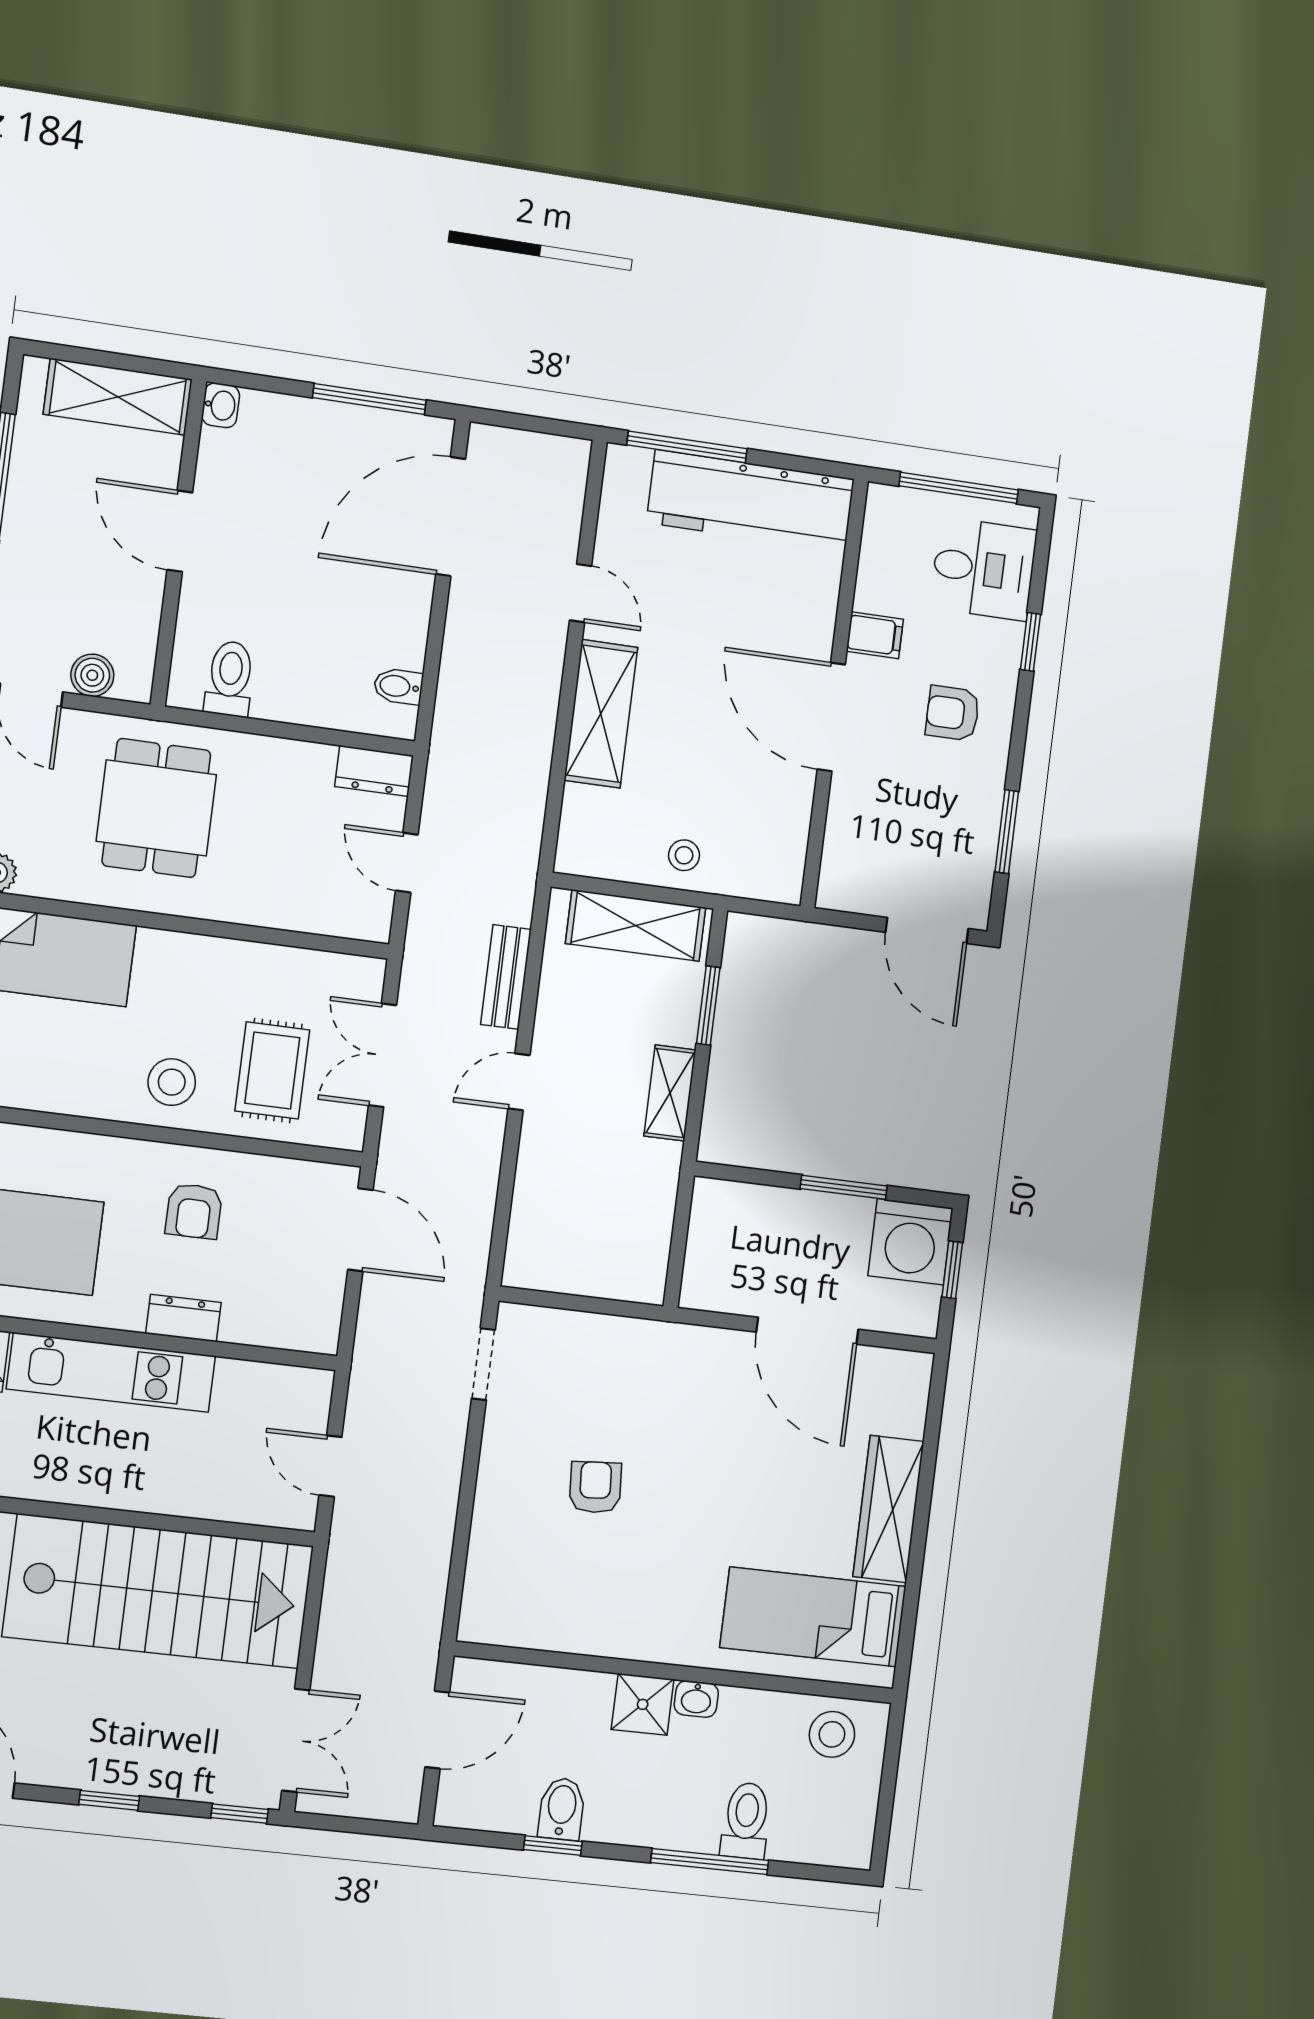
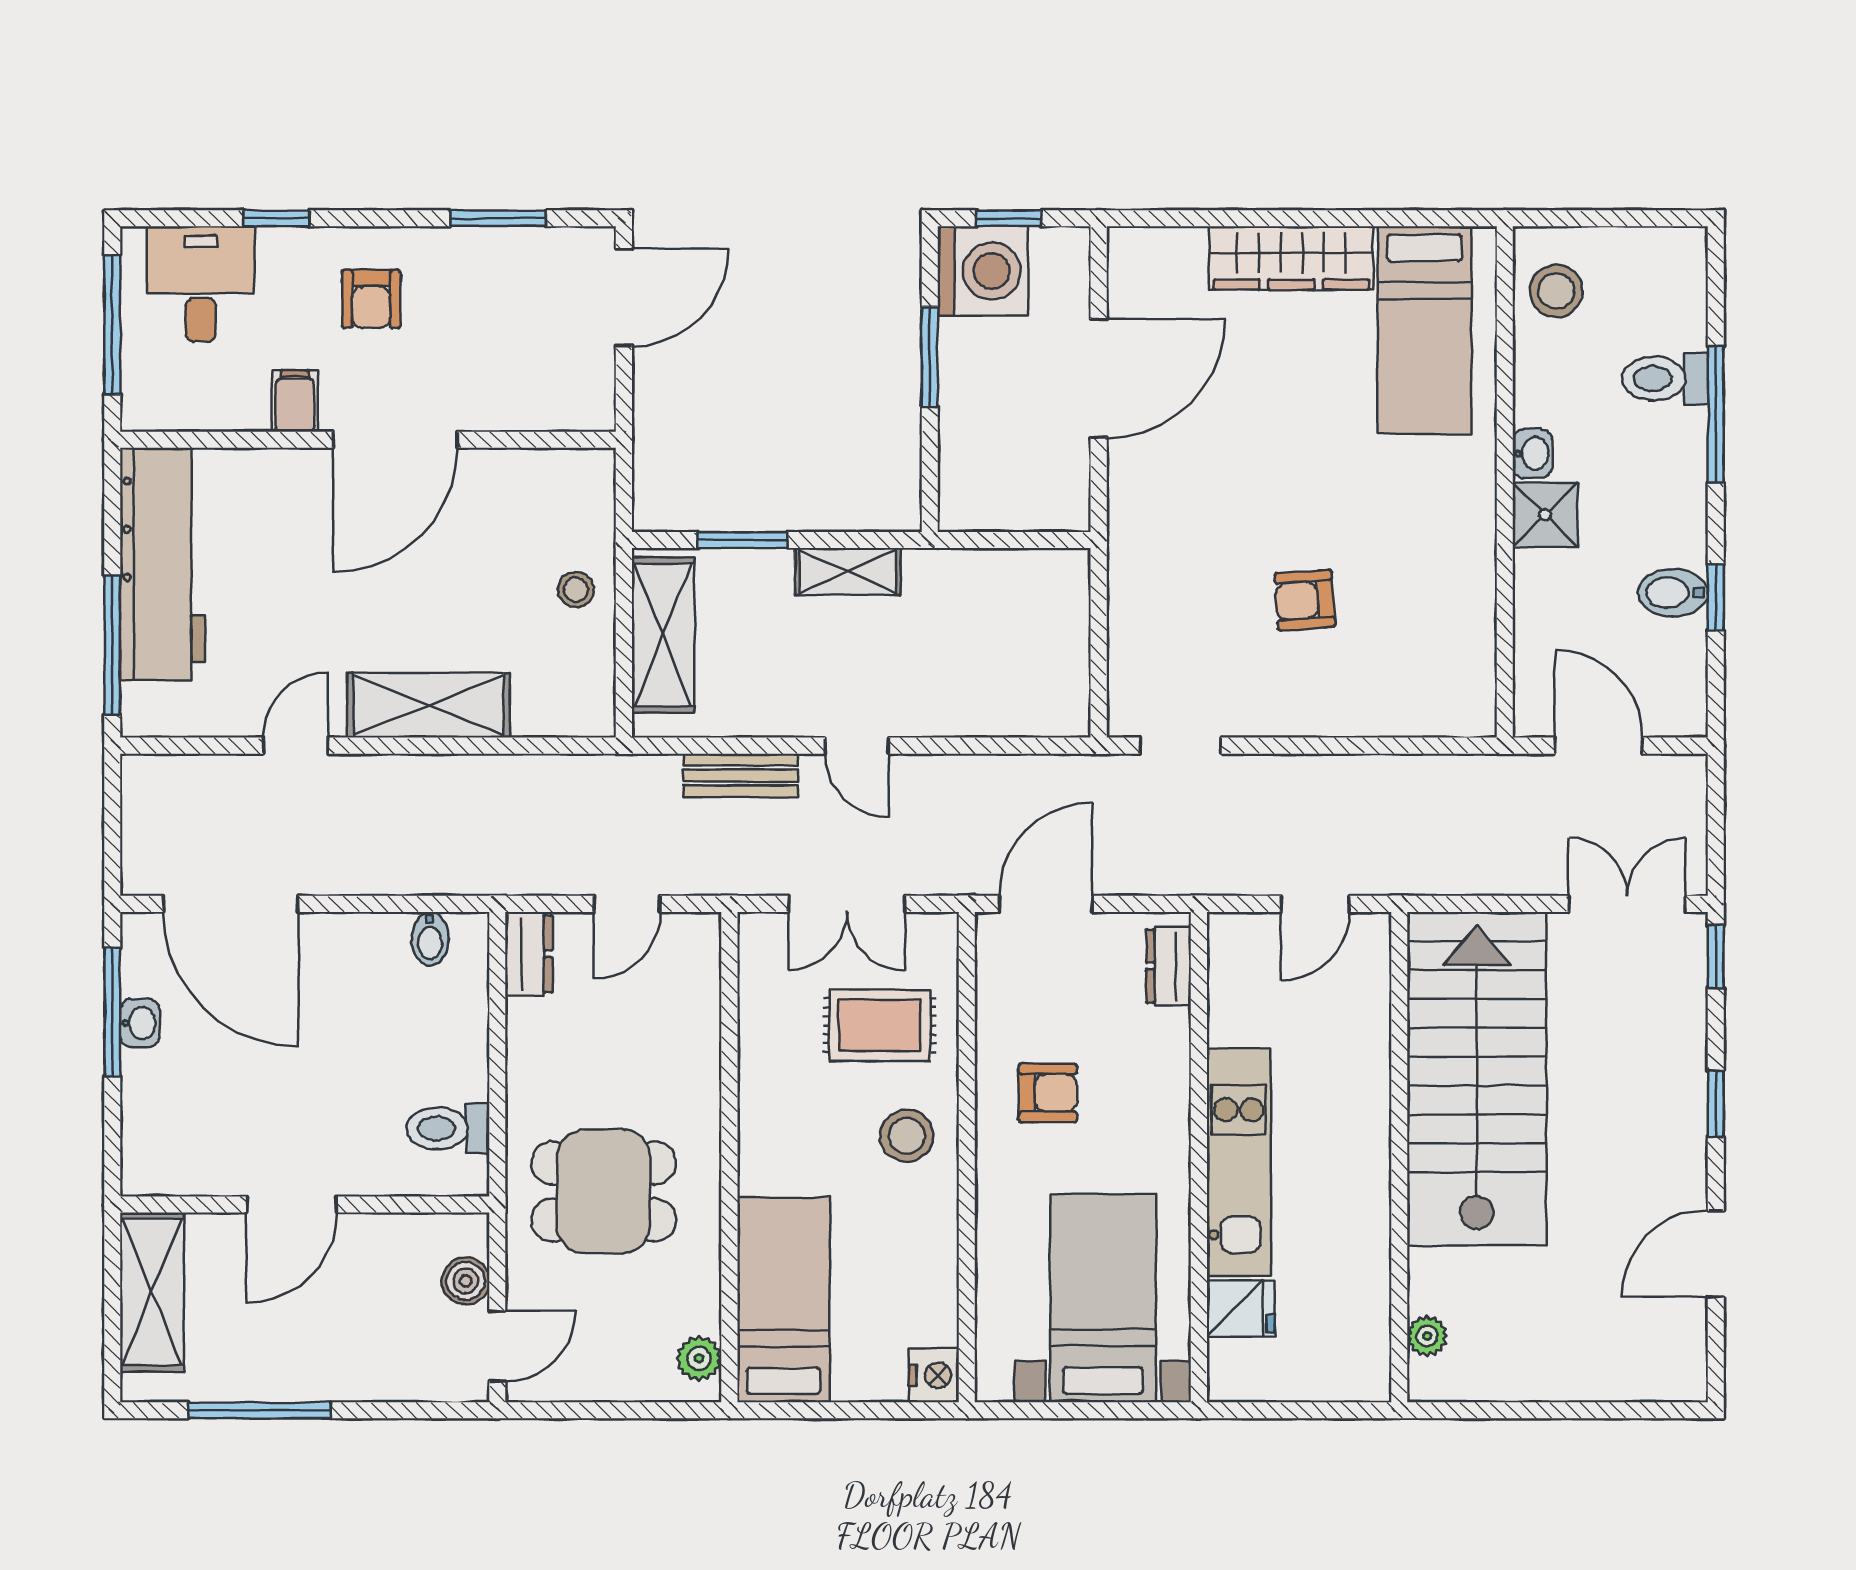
washbasin: (221, 405) -> (140, 1023), moved, turned 90
dresser: (183, 1318) -> (1169, 966), moved

